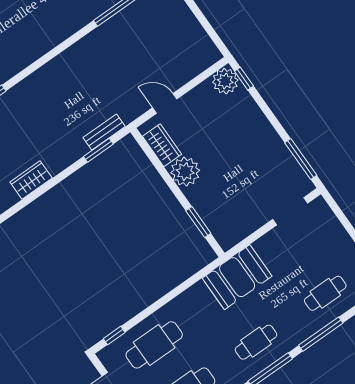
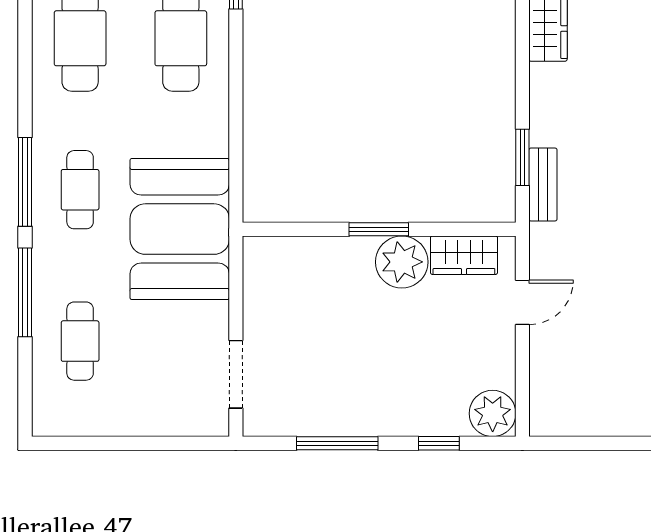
window: (244, 79) -> (439, 443), moved
window: (301, 159) -> (337, 443), moved
window: (198, 222) -> (379, 229), moved
booth: (237, 277) -> (180, 229), width x1.36, depth x1.42

